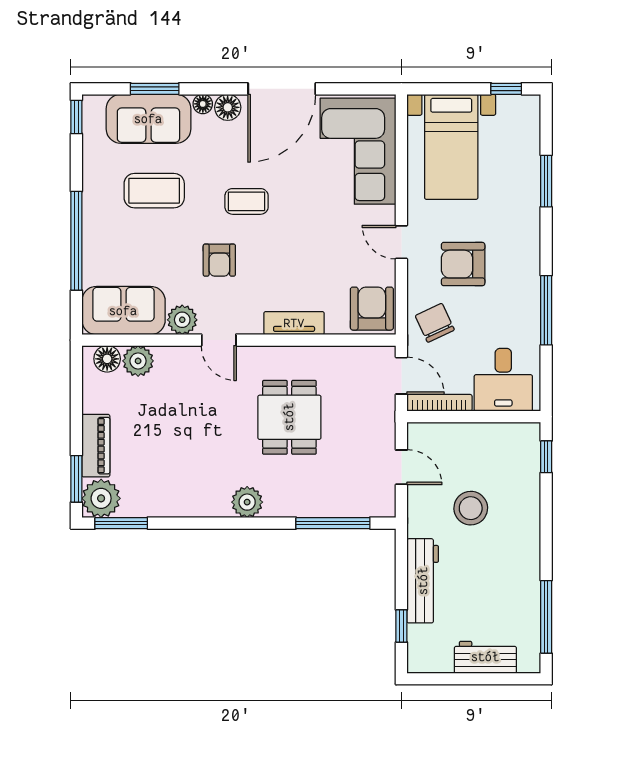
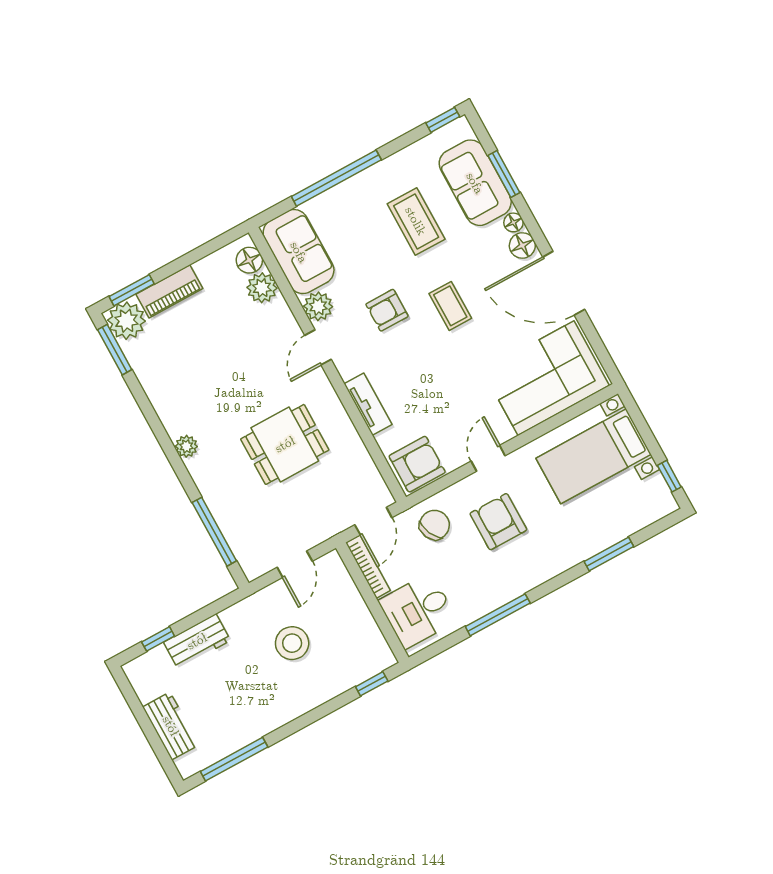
plant: (247, 502) -> (186, 446), width x0.73, depth x0.73
workbench: (423, 581) -> (197, 641), width x0.73

